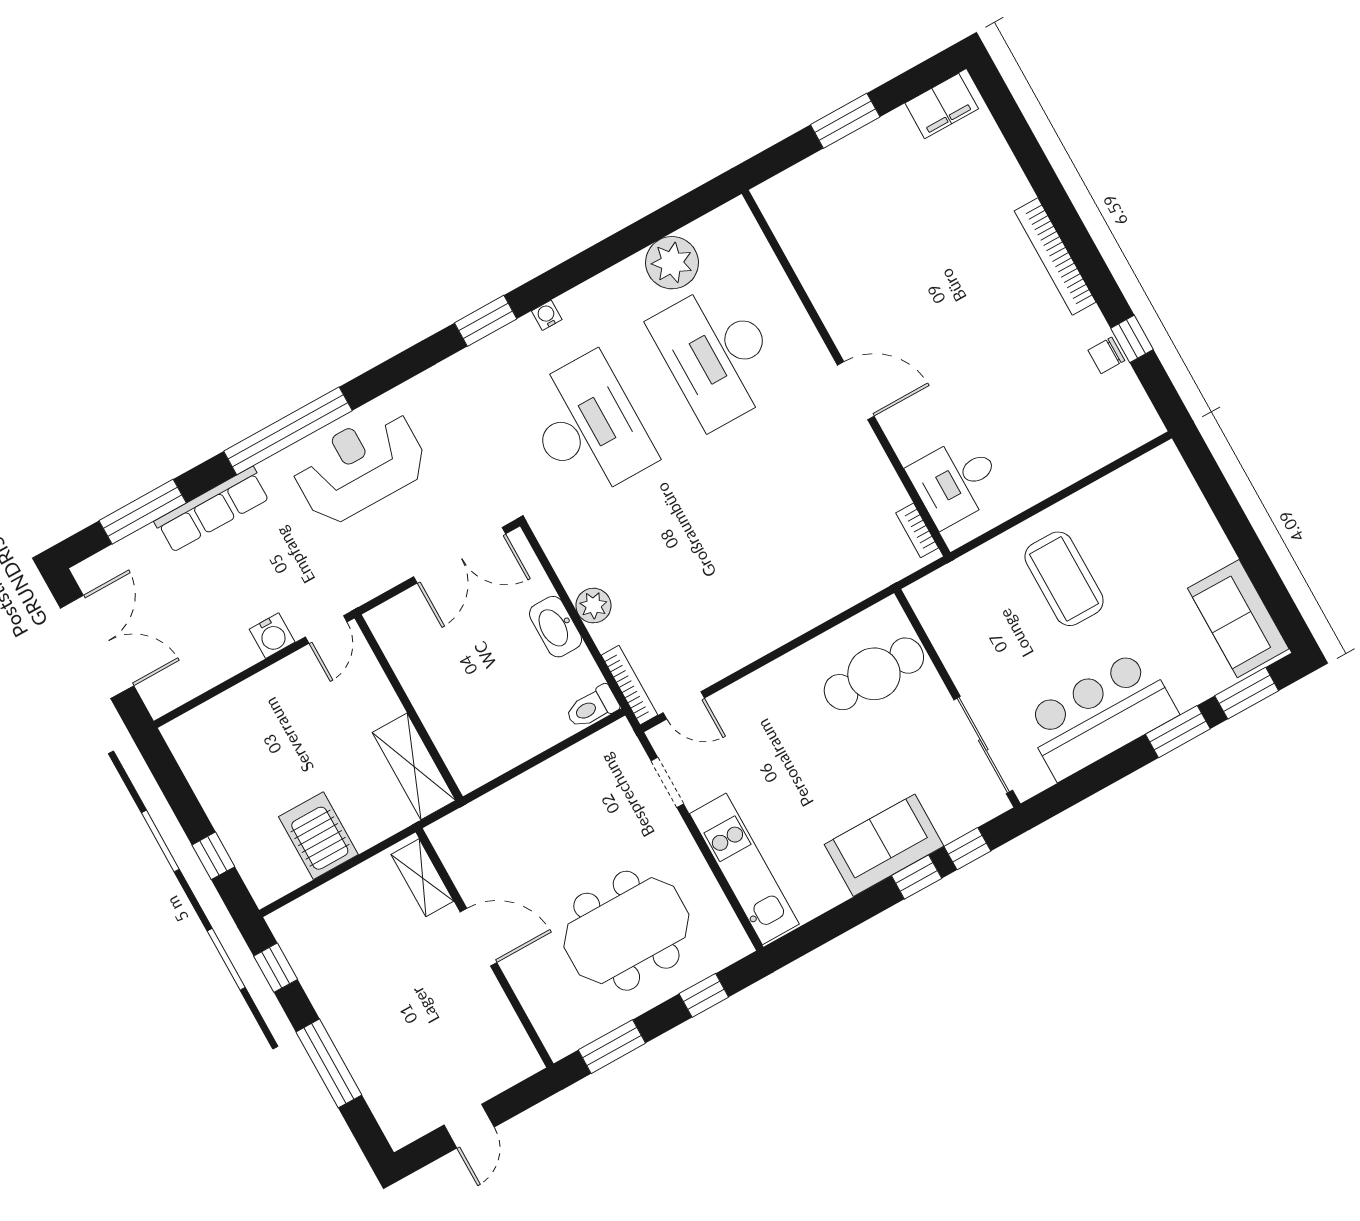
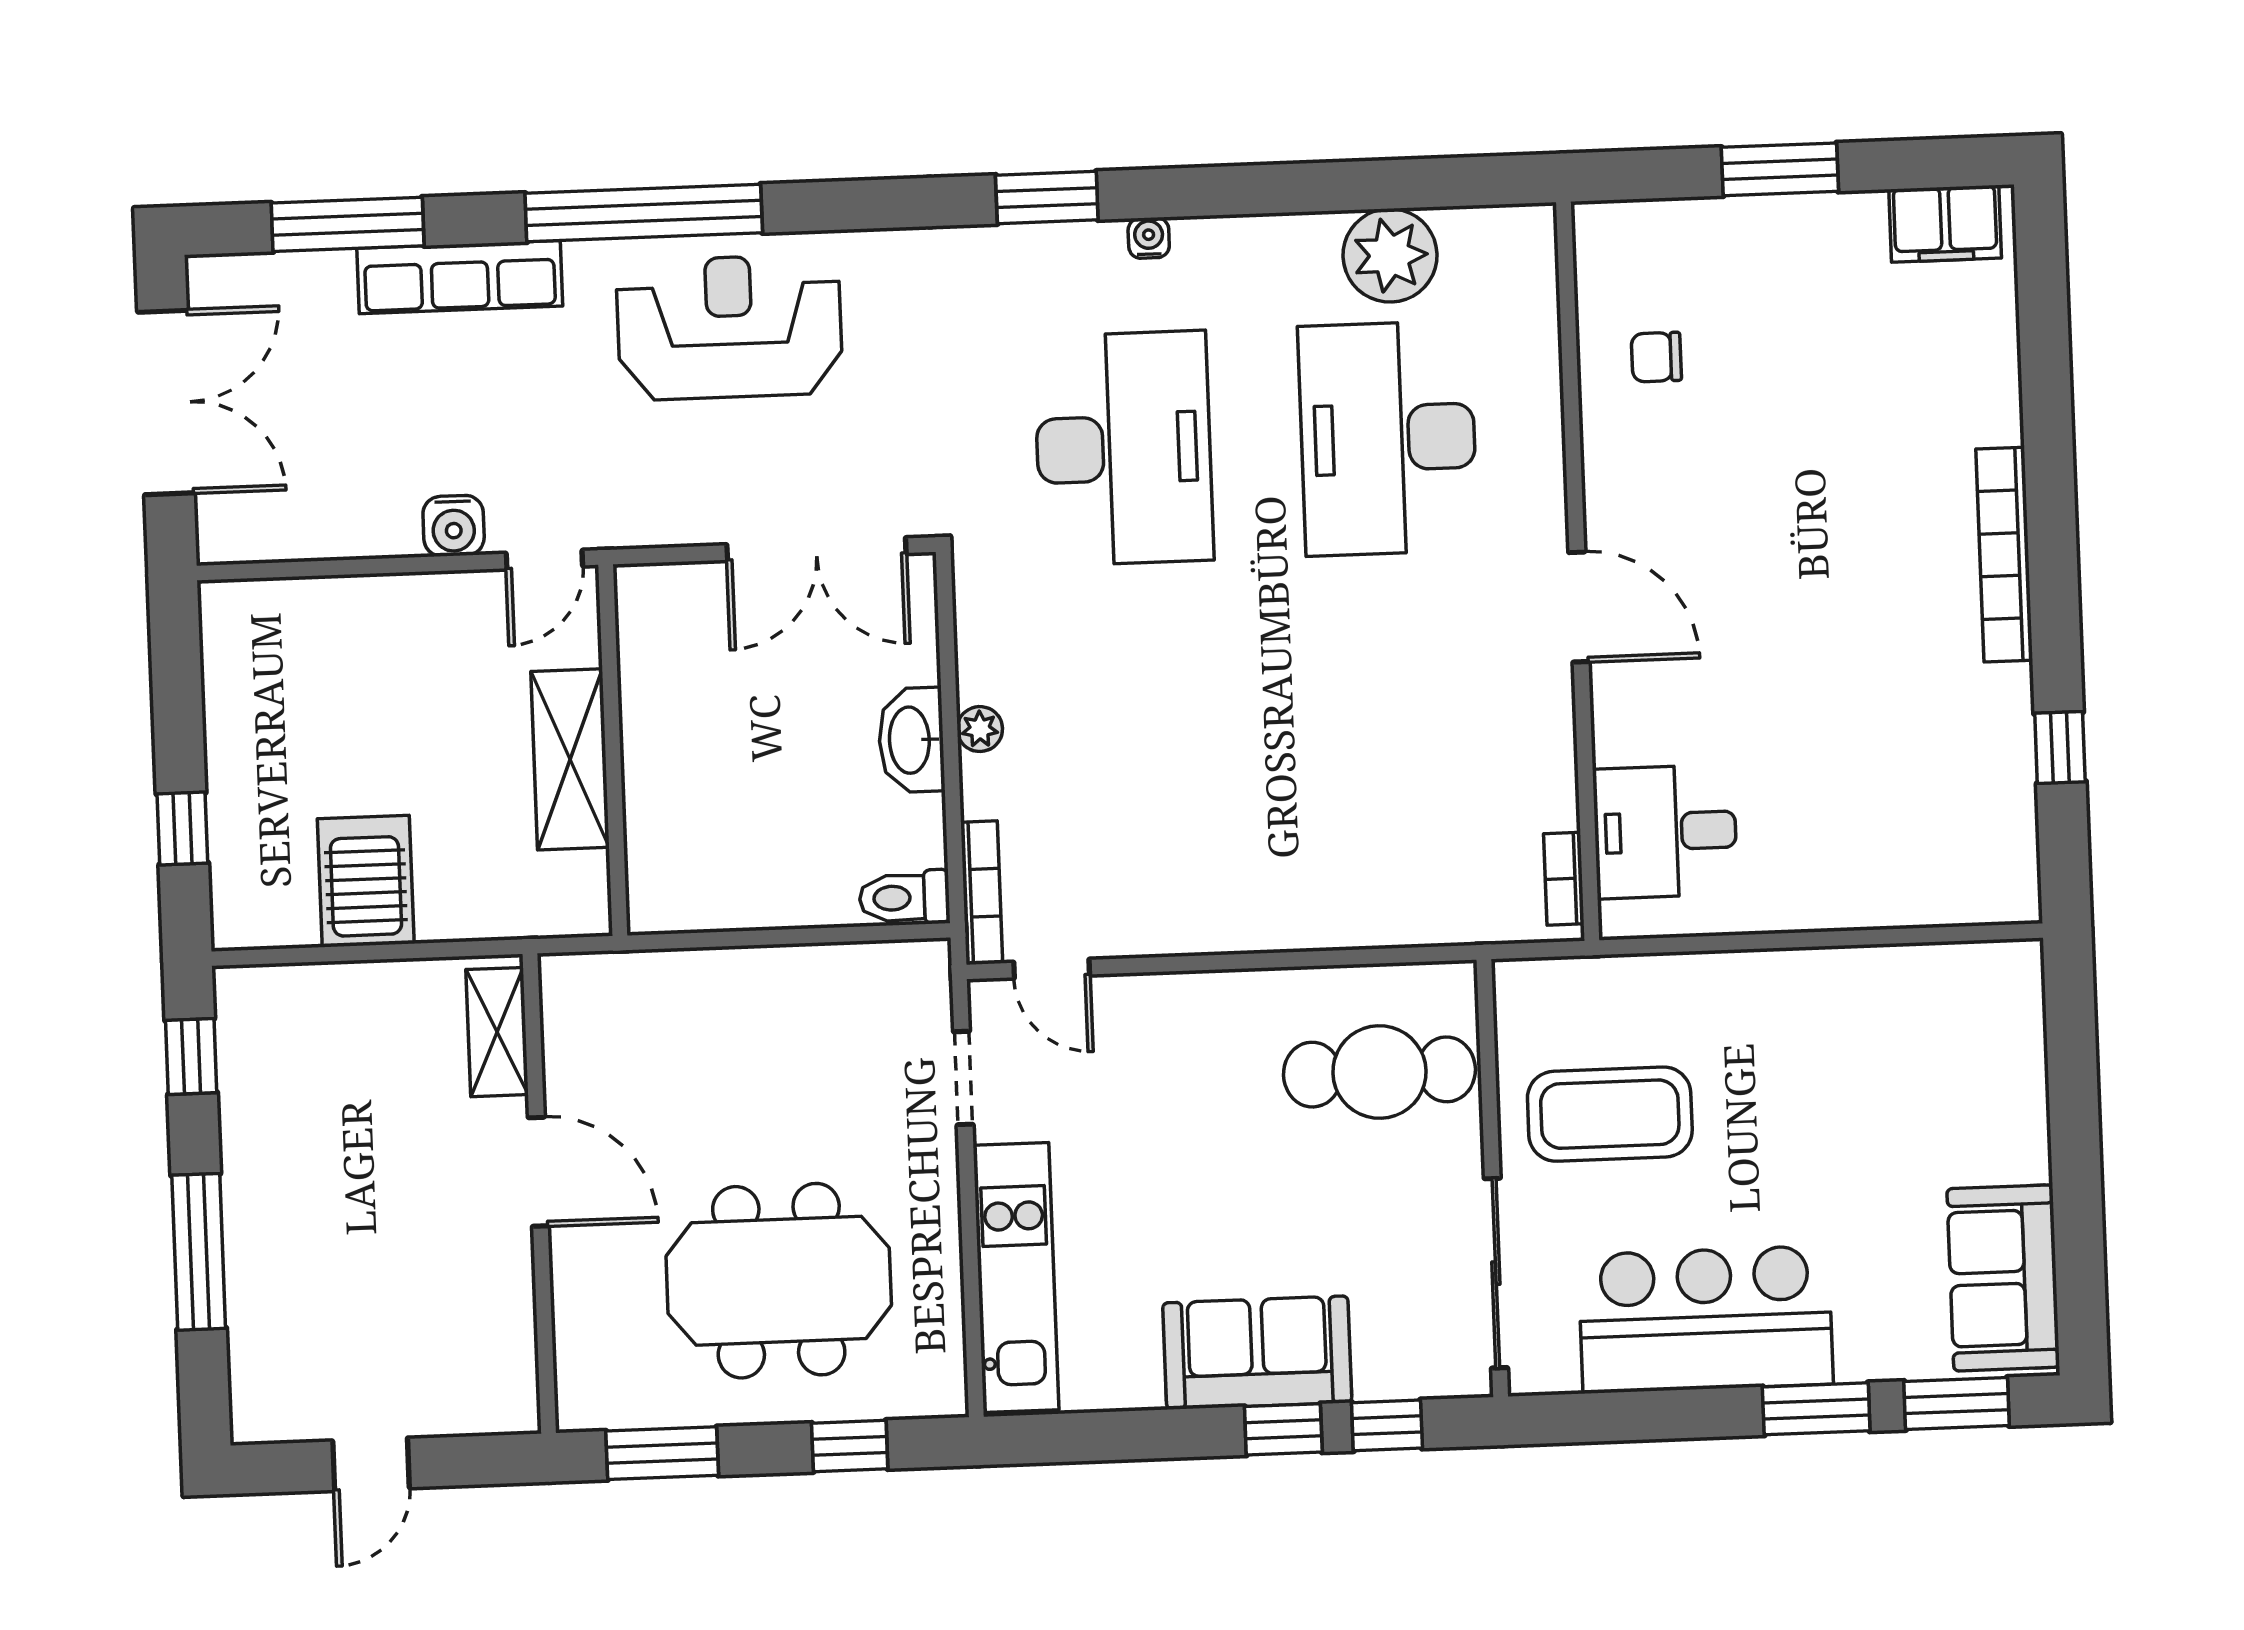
chair: (1106, 355) -> (1656, 357), moved
coffee table: (1064, 579) -> (1610, 1114), moved, turned 90
plant: (593, 606) -> (980, 729), width x0.73, depth x0.73
shelving: (414, 766) -> (570, 759), moved

